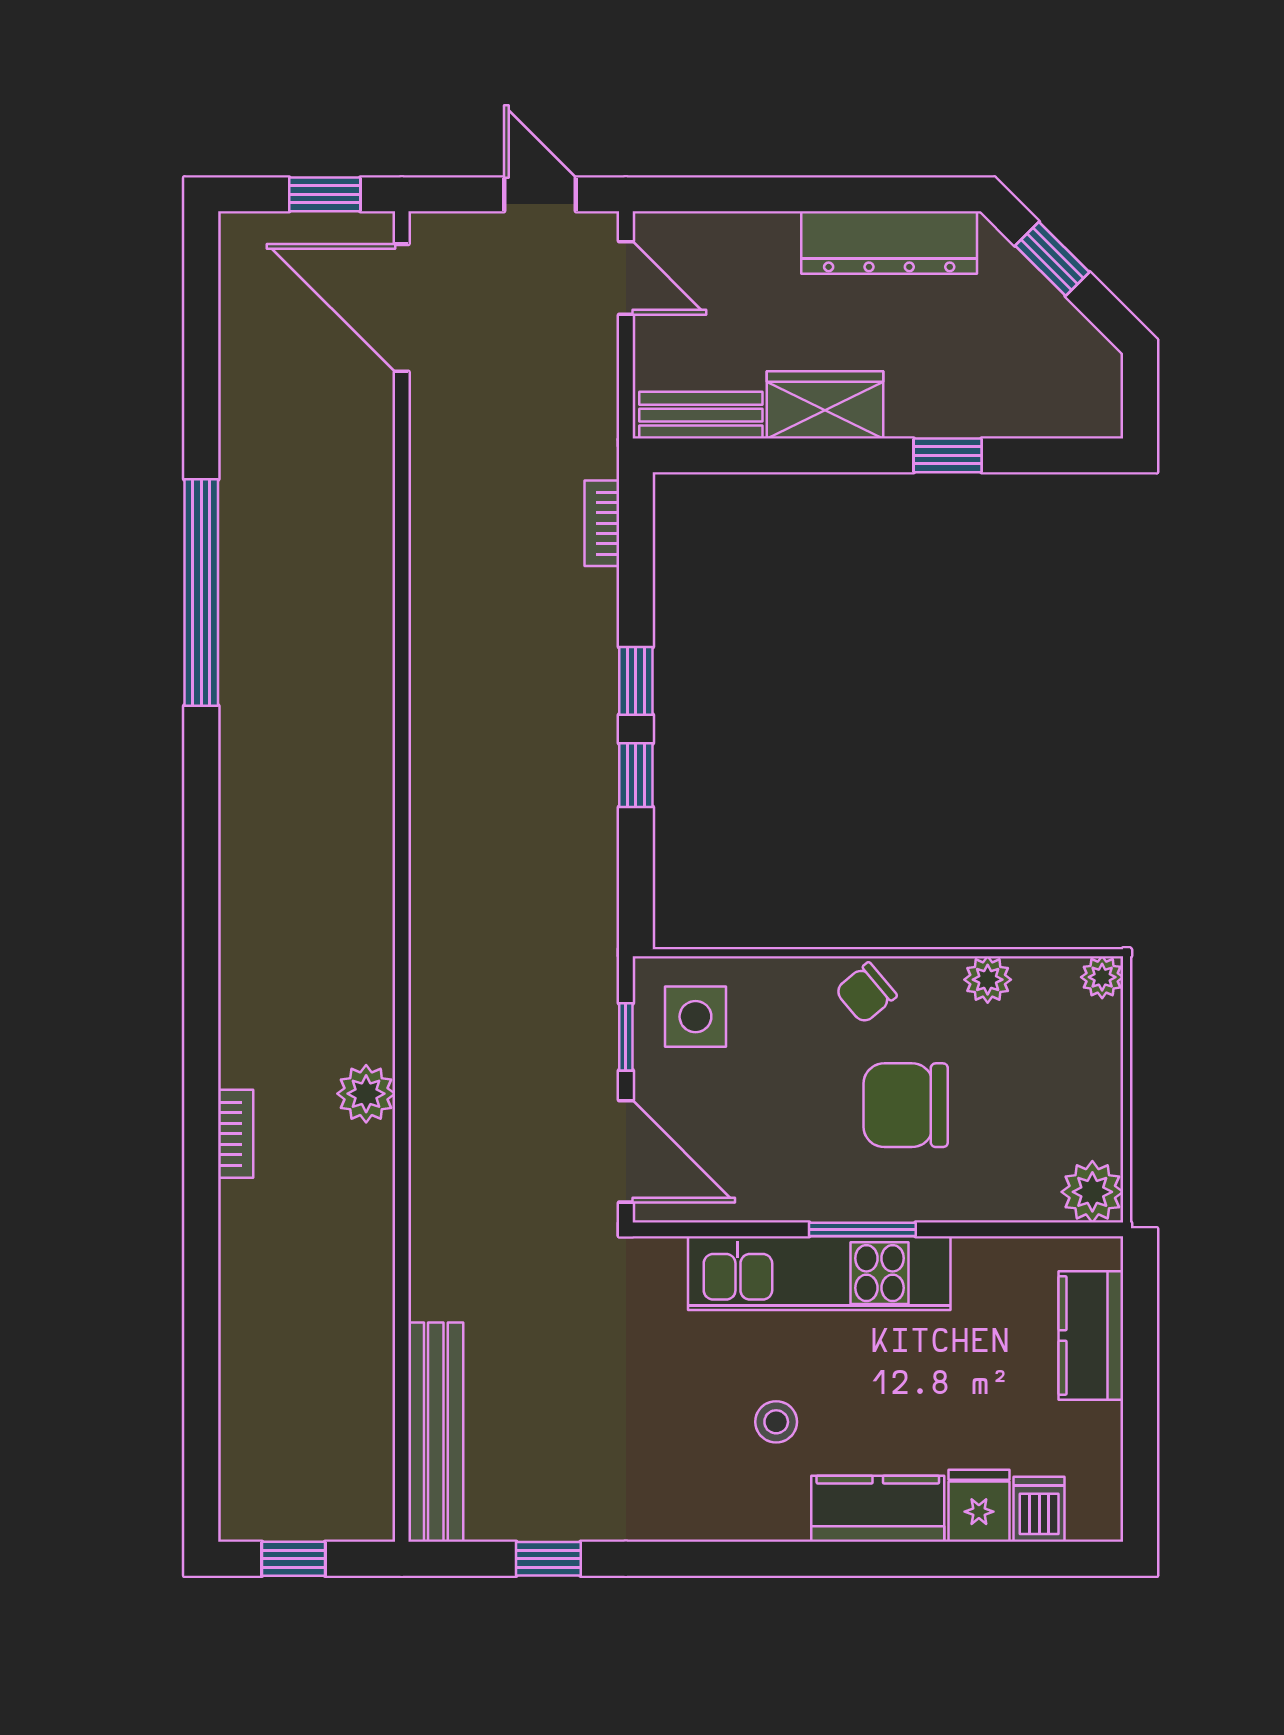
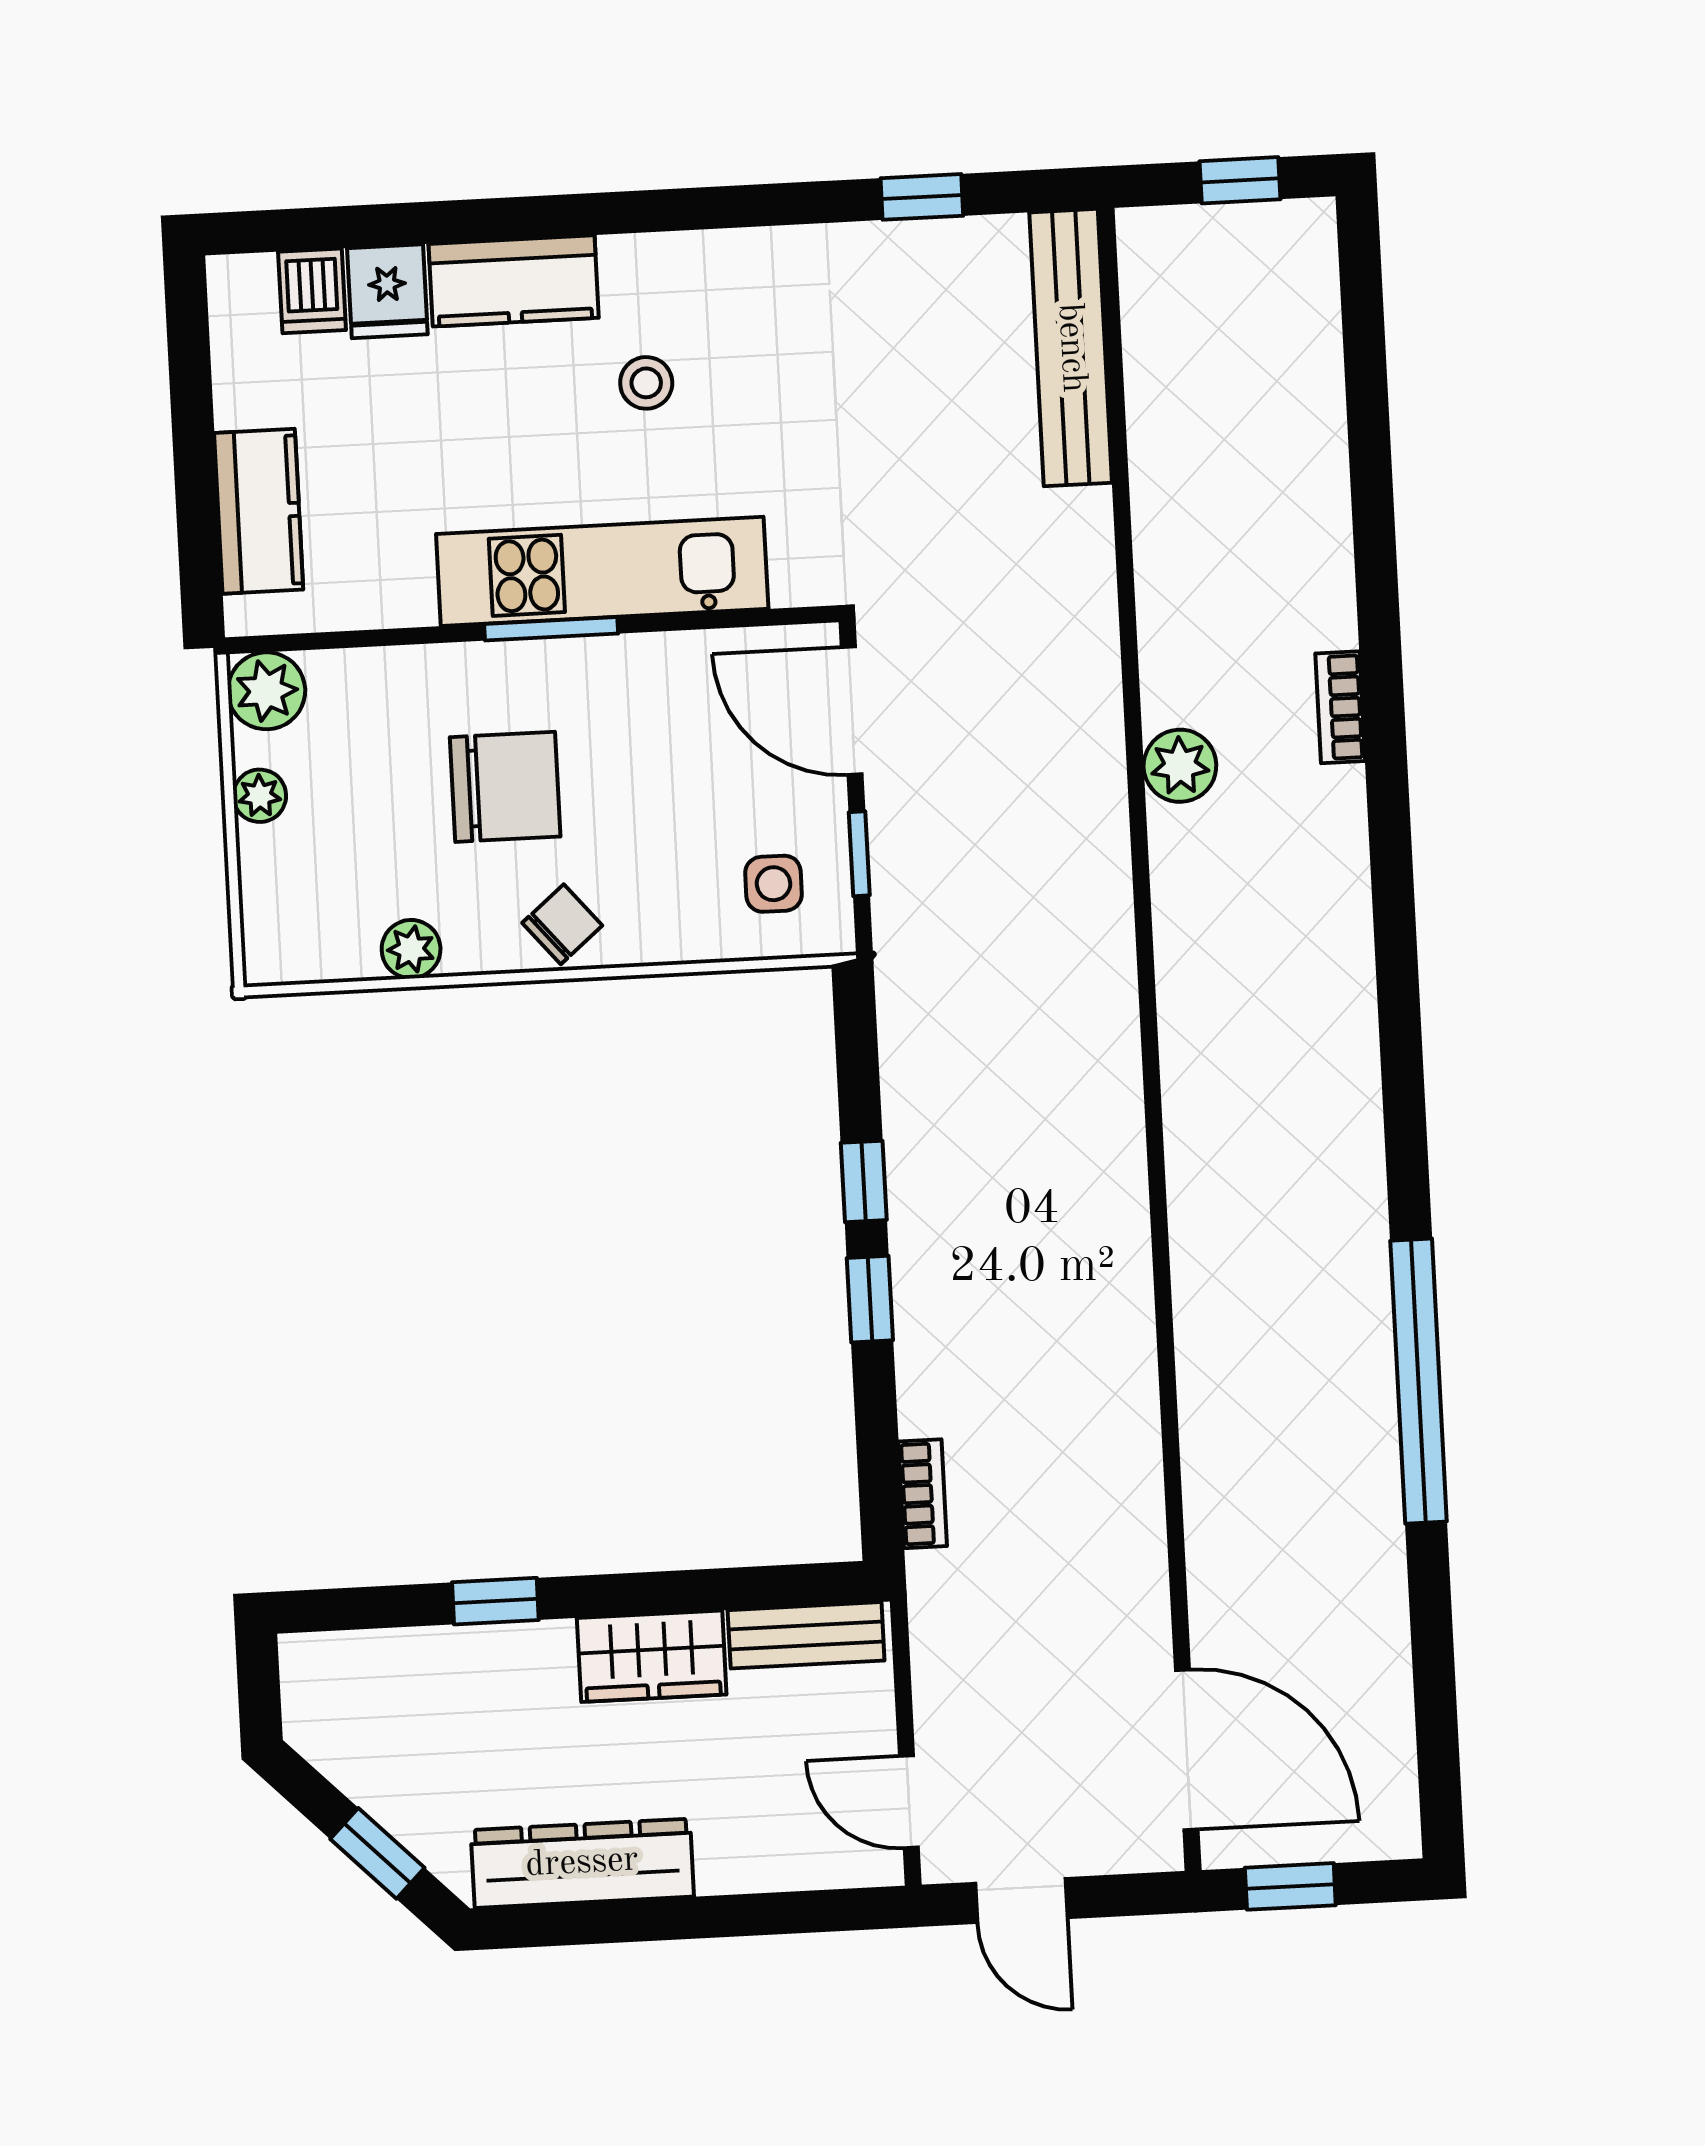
plant: (1102, 977) -> (260, 796), moved
side table: (695, 1017) -> (774, 884), width x0.73, depth x0.73

